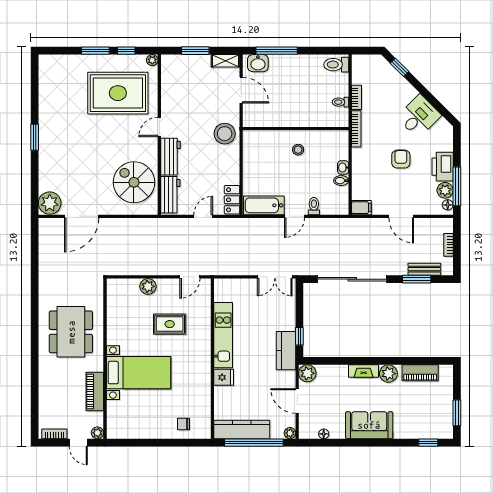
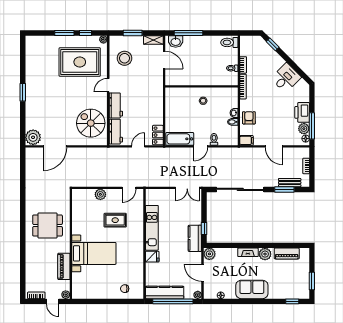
stool: (225, 134) -> (125, 58), moved
armchair: (401, 159) -> (249, 118), moved
dining table: (71, 332) -> (48, 226), width x0.73

